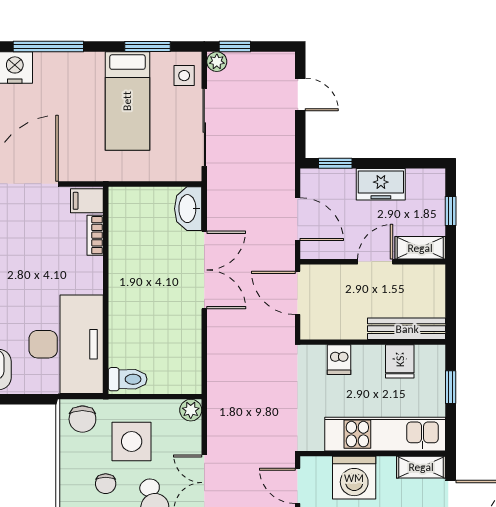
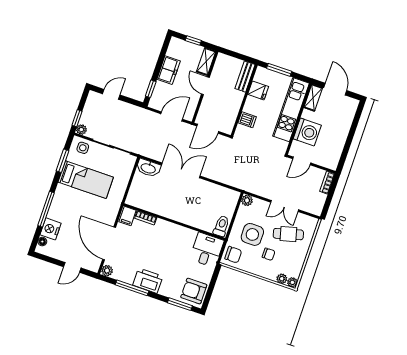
bench: (407, 329) -> (245, 77), width x0.73
desk: (66, 344) -> (207, 250), width x0.53, depth x0.77
window: (451, 387) -> (279, 70), width x1.50

